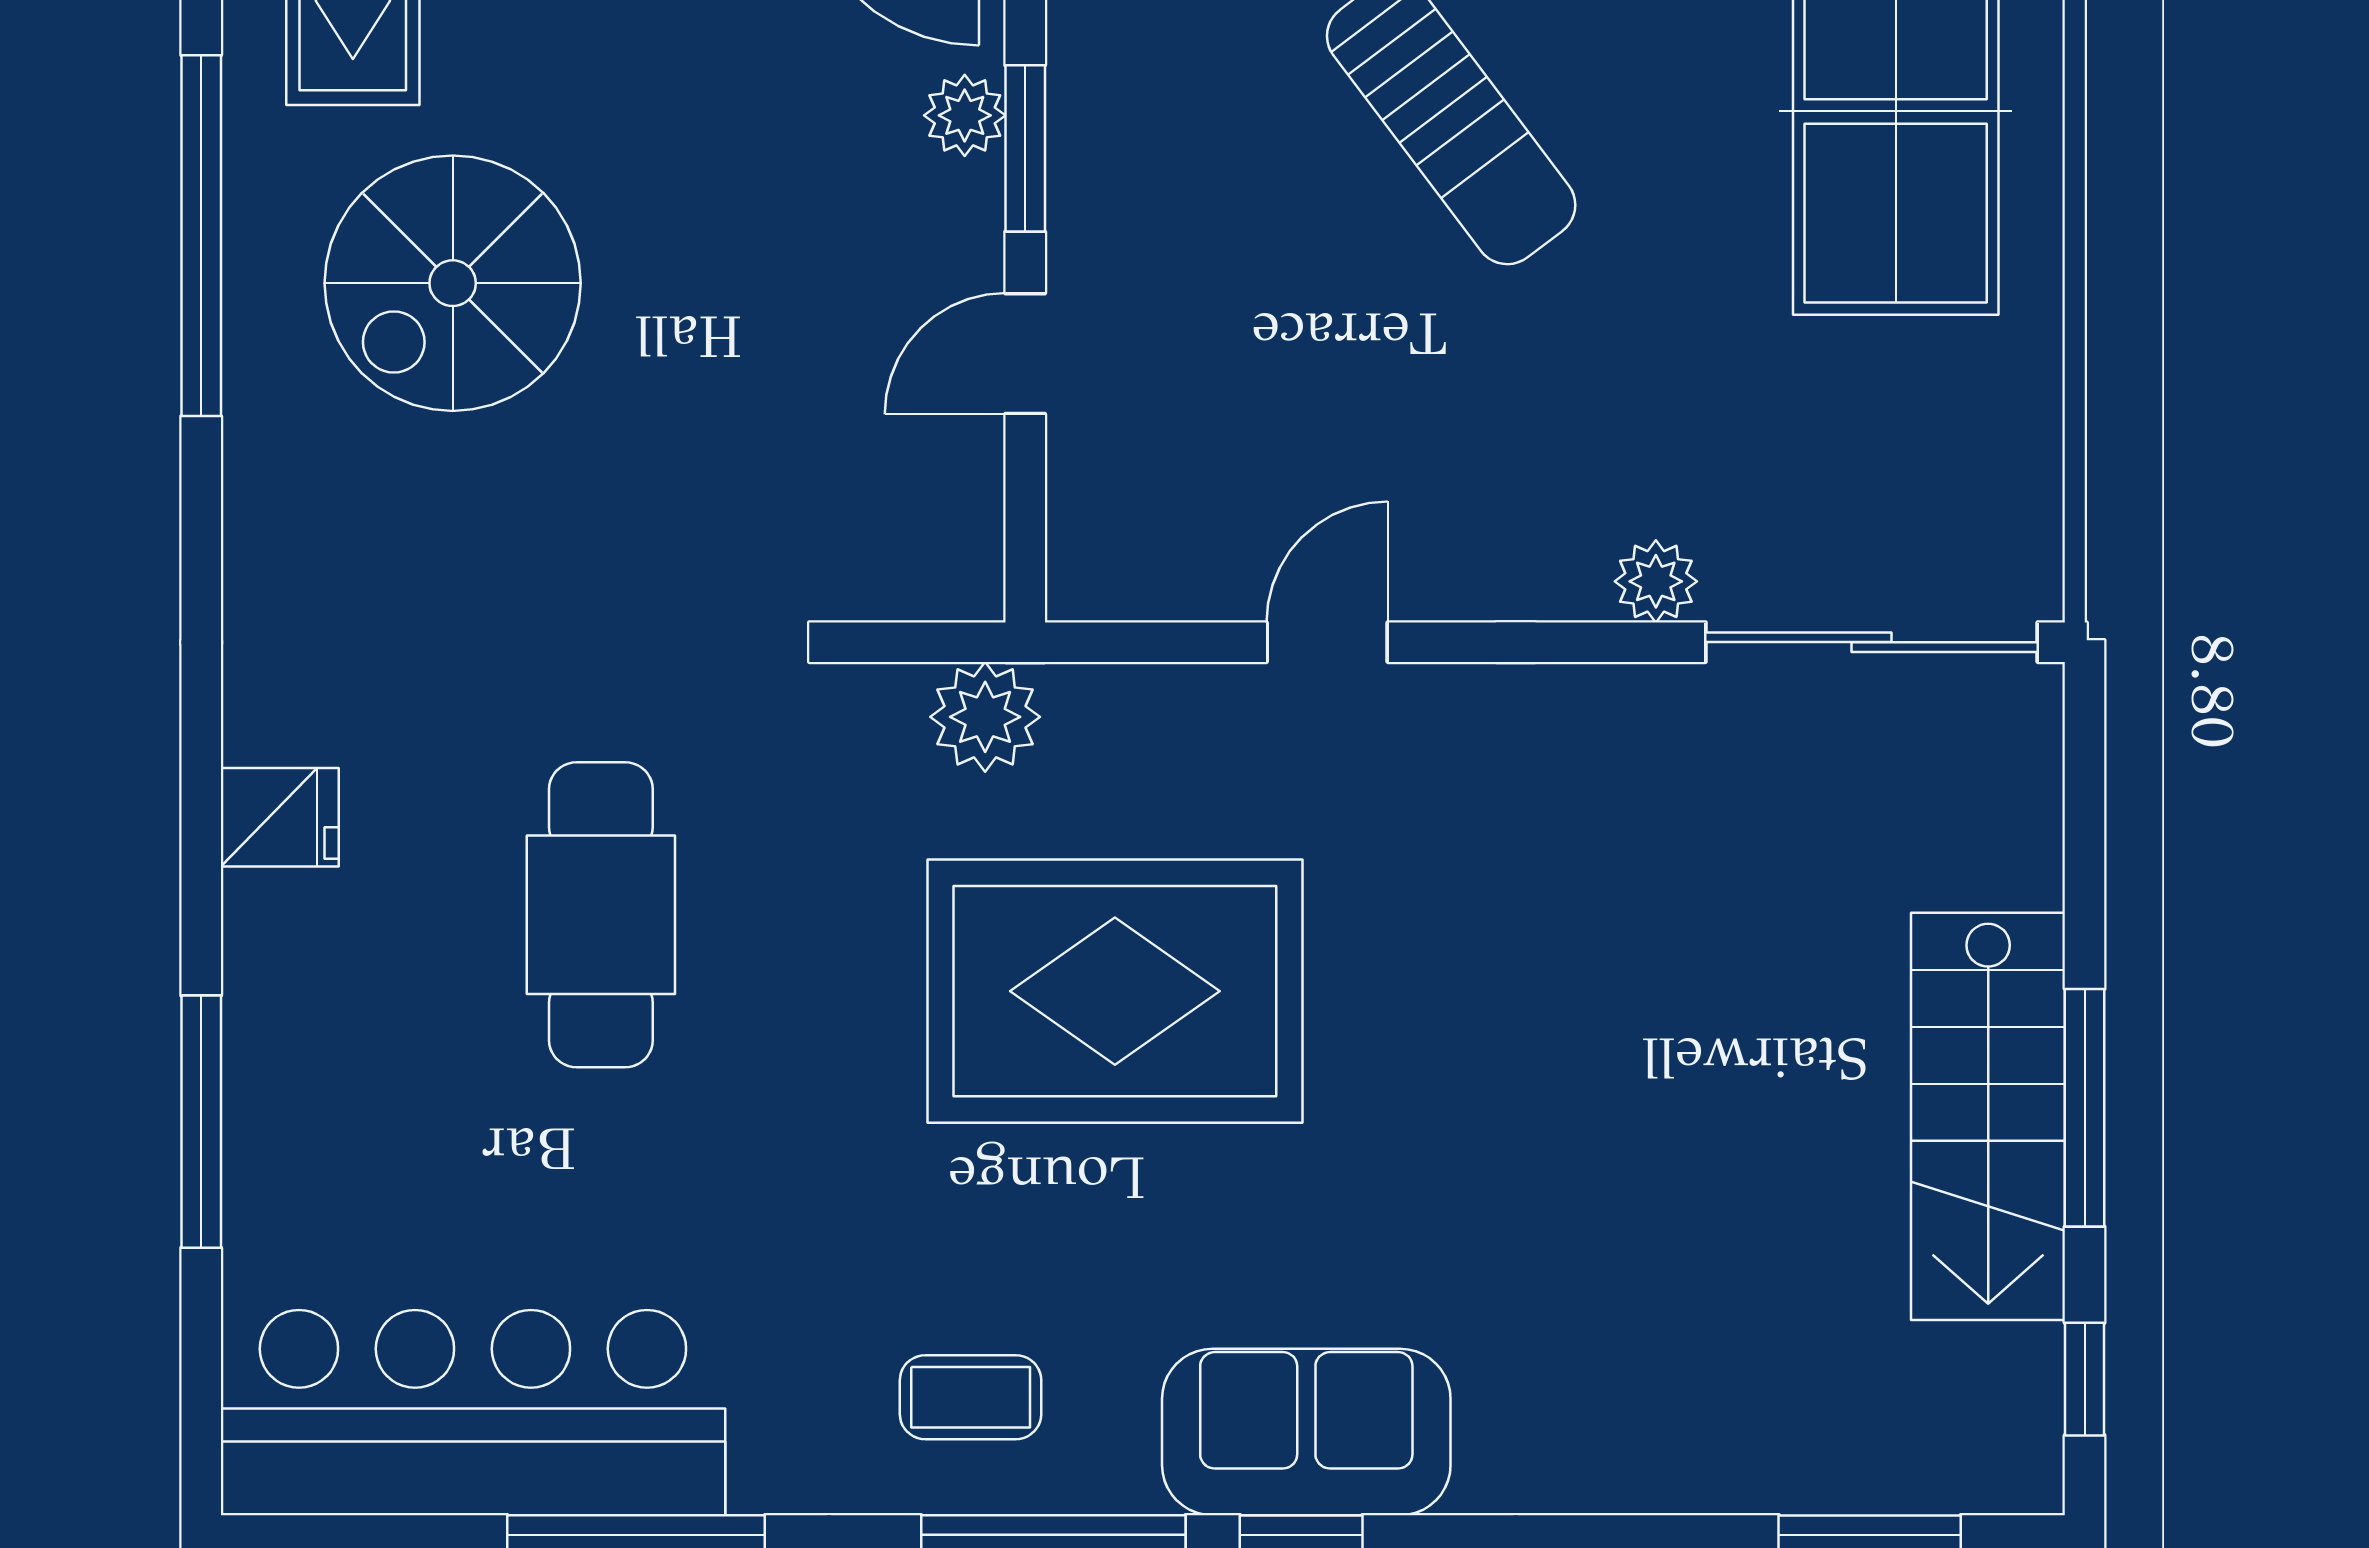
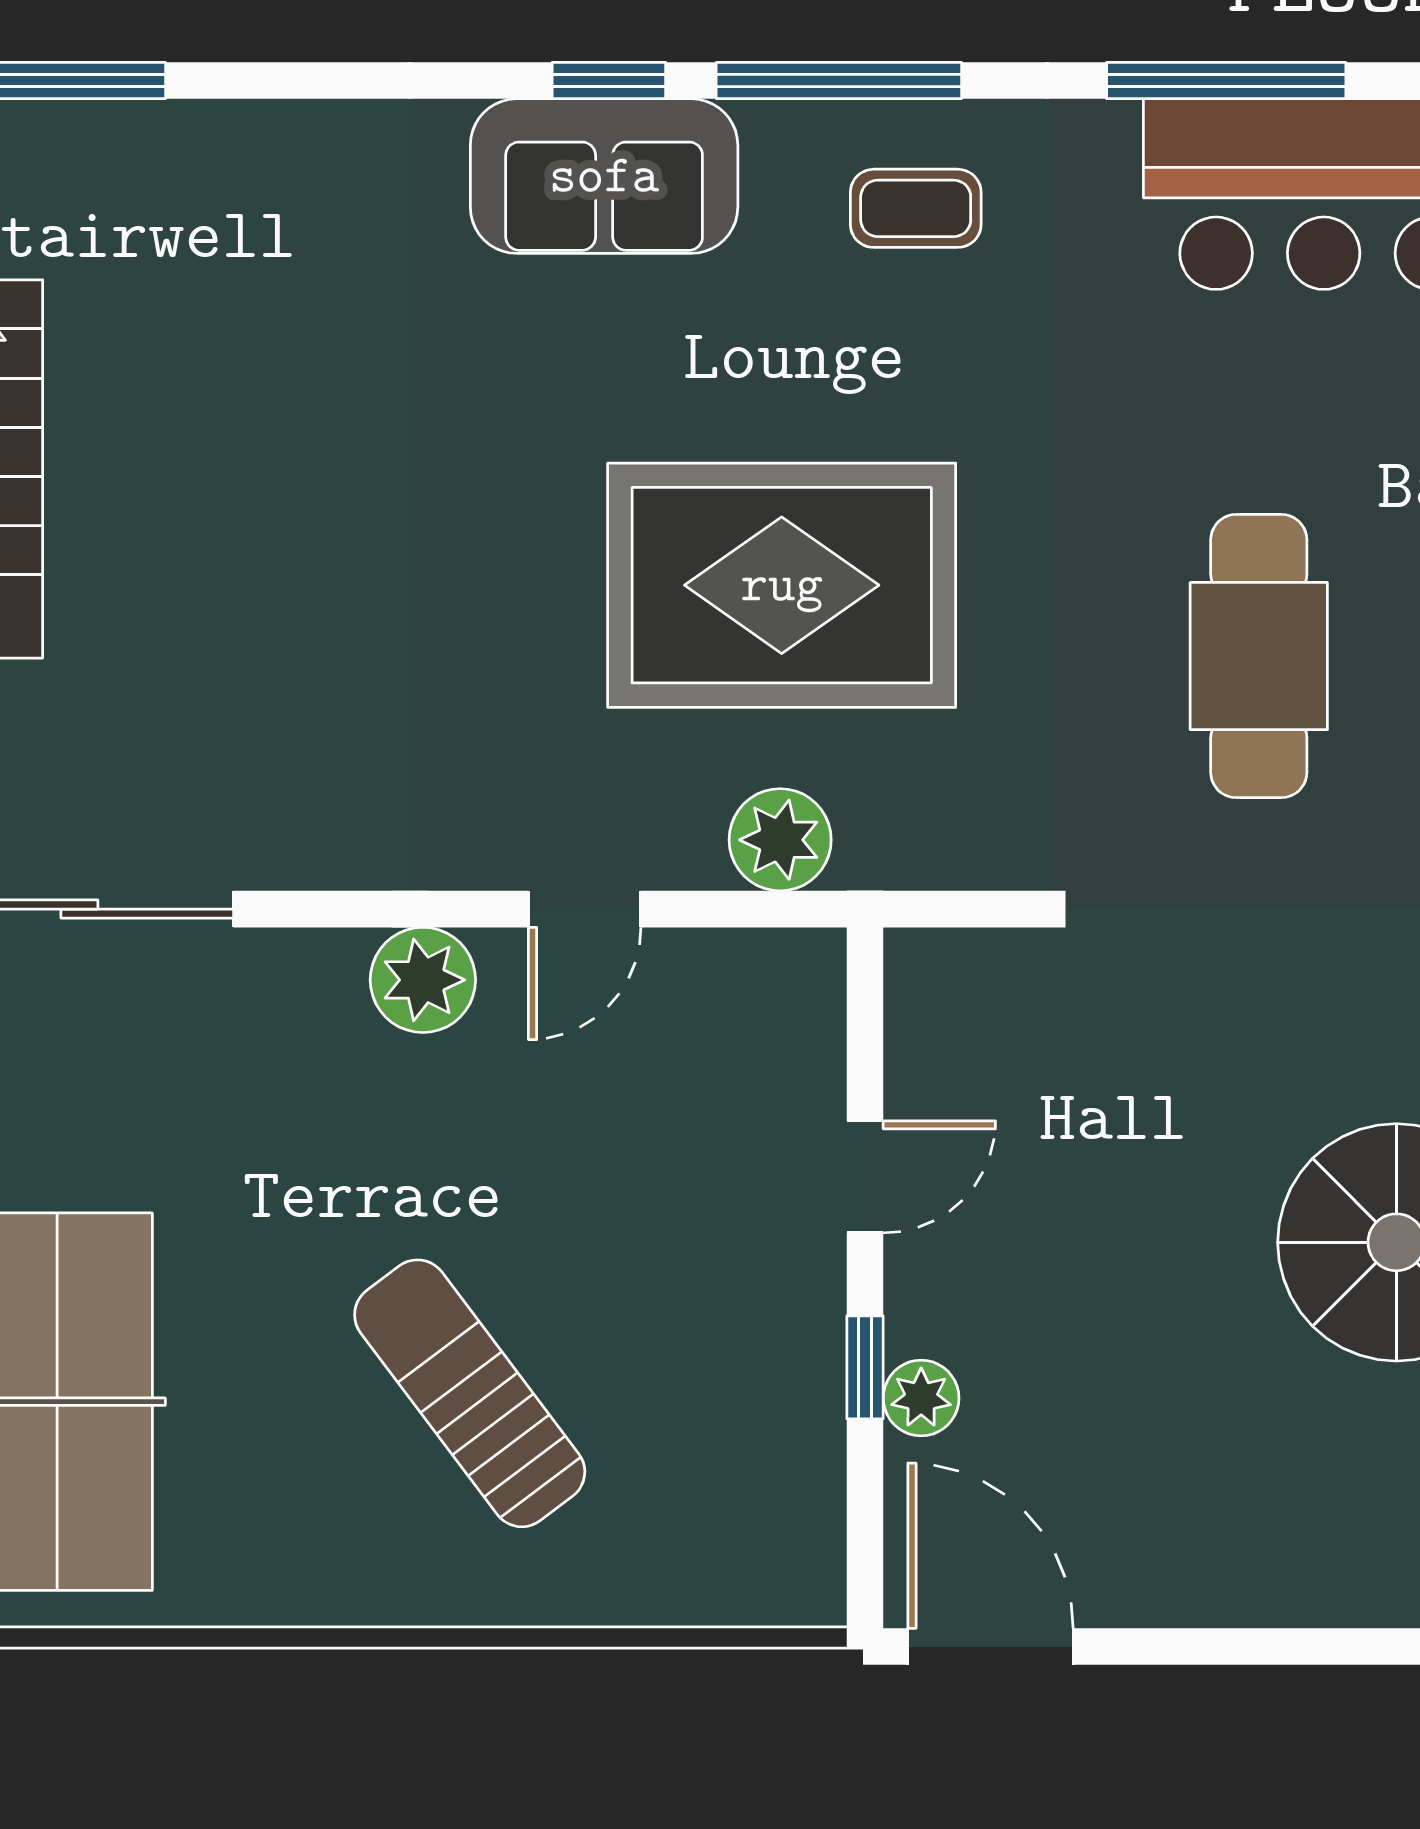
window: (1025, 148) -> (865, 1367), width x0.67
plant: (1656, 581) -> (423, 980), moved, width x1.38, depth x1.38
plant: (985, 717) -> (780, 840), moved

